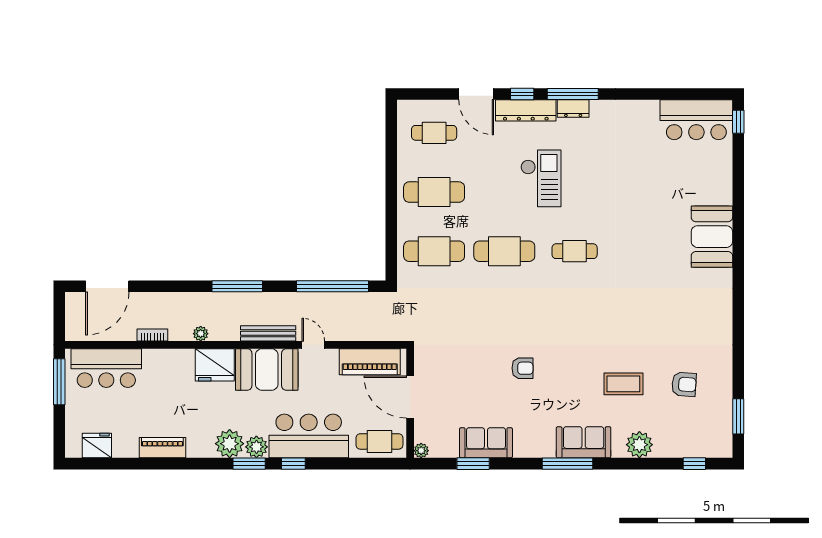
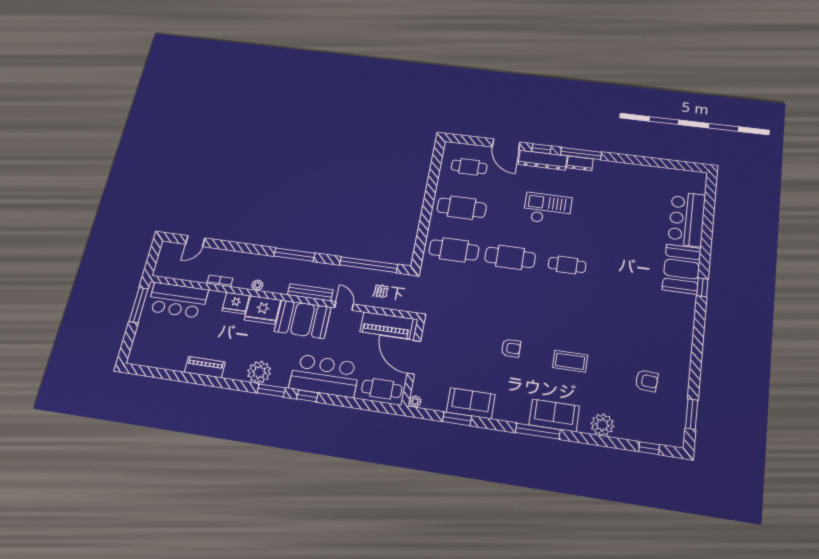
bar counter: (696, 120) -> (687, 219), moved, turned 90
window: (738, 122) -> (702, 287), moved
checkout: (541, 178) -> (547, 209), turned -90
door: (107, 286) -> (195, 241), width x0.53
coffee table: (623, 384) -> (570, 361), moved
fridge: (97, 445) -> (236, 303), moved, turned 180
plant: (256, 447) -> (280, 378), removed

